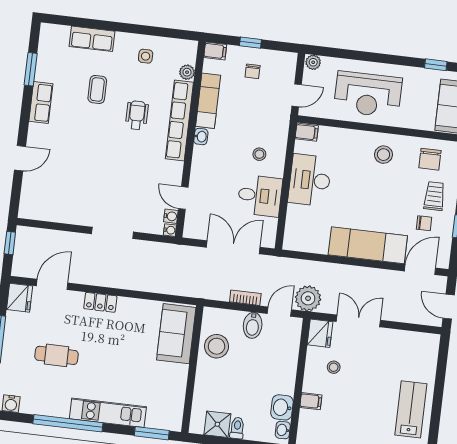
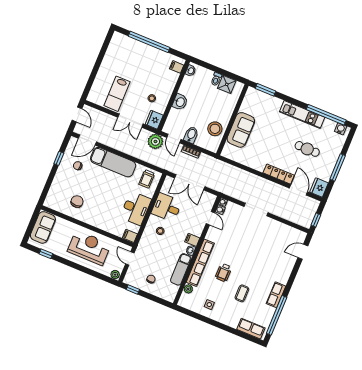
row of seats: (92, 39) -> (251, 329), moved
window: (250, 43) -> (133, 290), moved
filing cabinet: (215, 51) -> (192, 240), moved
window: (31, 69) -> (277, 315), width x2.11
door: (297, 95) -> (130, 258), hinge flipped
stool: (383, 155) -> (90, 211), removed
door: (20, 158) -> (303, 252), moved
chair: (430, 159) -> (77, 202), moved
trolley: (434, 196) -> (147, 179), moved
door: (52, 284) -> (298, 190), swing flipped
locker: (100, 302) -> (279, 174), width x1.53
door: (279, 312) -> (174, 138), hinge flipped
sofa: (176, 334) -> (241, 130), moved
filing cabinet: (311, 401) -> (177, 67), moved
washbasin: (282, 407) -> (180, 102), moved
lab bench: (411, 409) -> (117, 94), moved
kitchen unit: (108, 413) -> (302, 114), moved
window: (68, 423) -> (326, 115), moved

